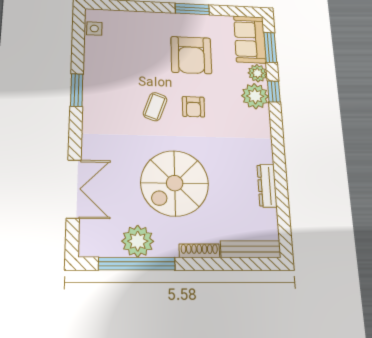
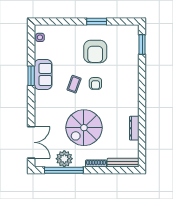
sofa: (250, 39) -> (43, 75), moved, turned 180
plant: (257, 73) -> (133, 61), removed
window: (274, 92) -> (142, 73), removed
plant: (255, 96) -> (131, 76), removed
double door: (74, 189) -> (31, 142), moved

